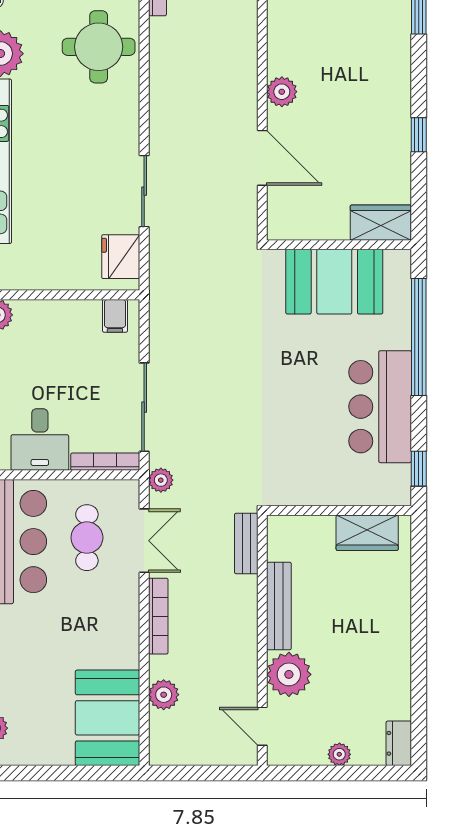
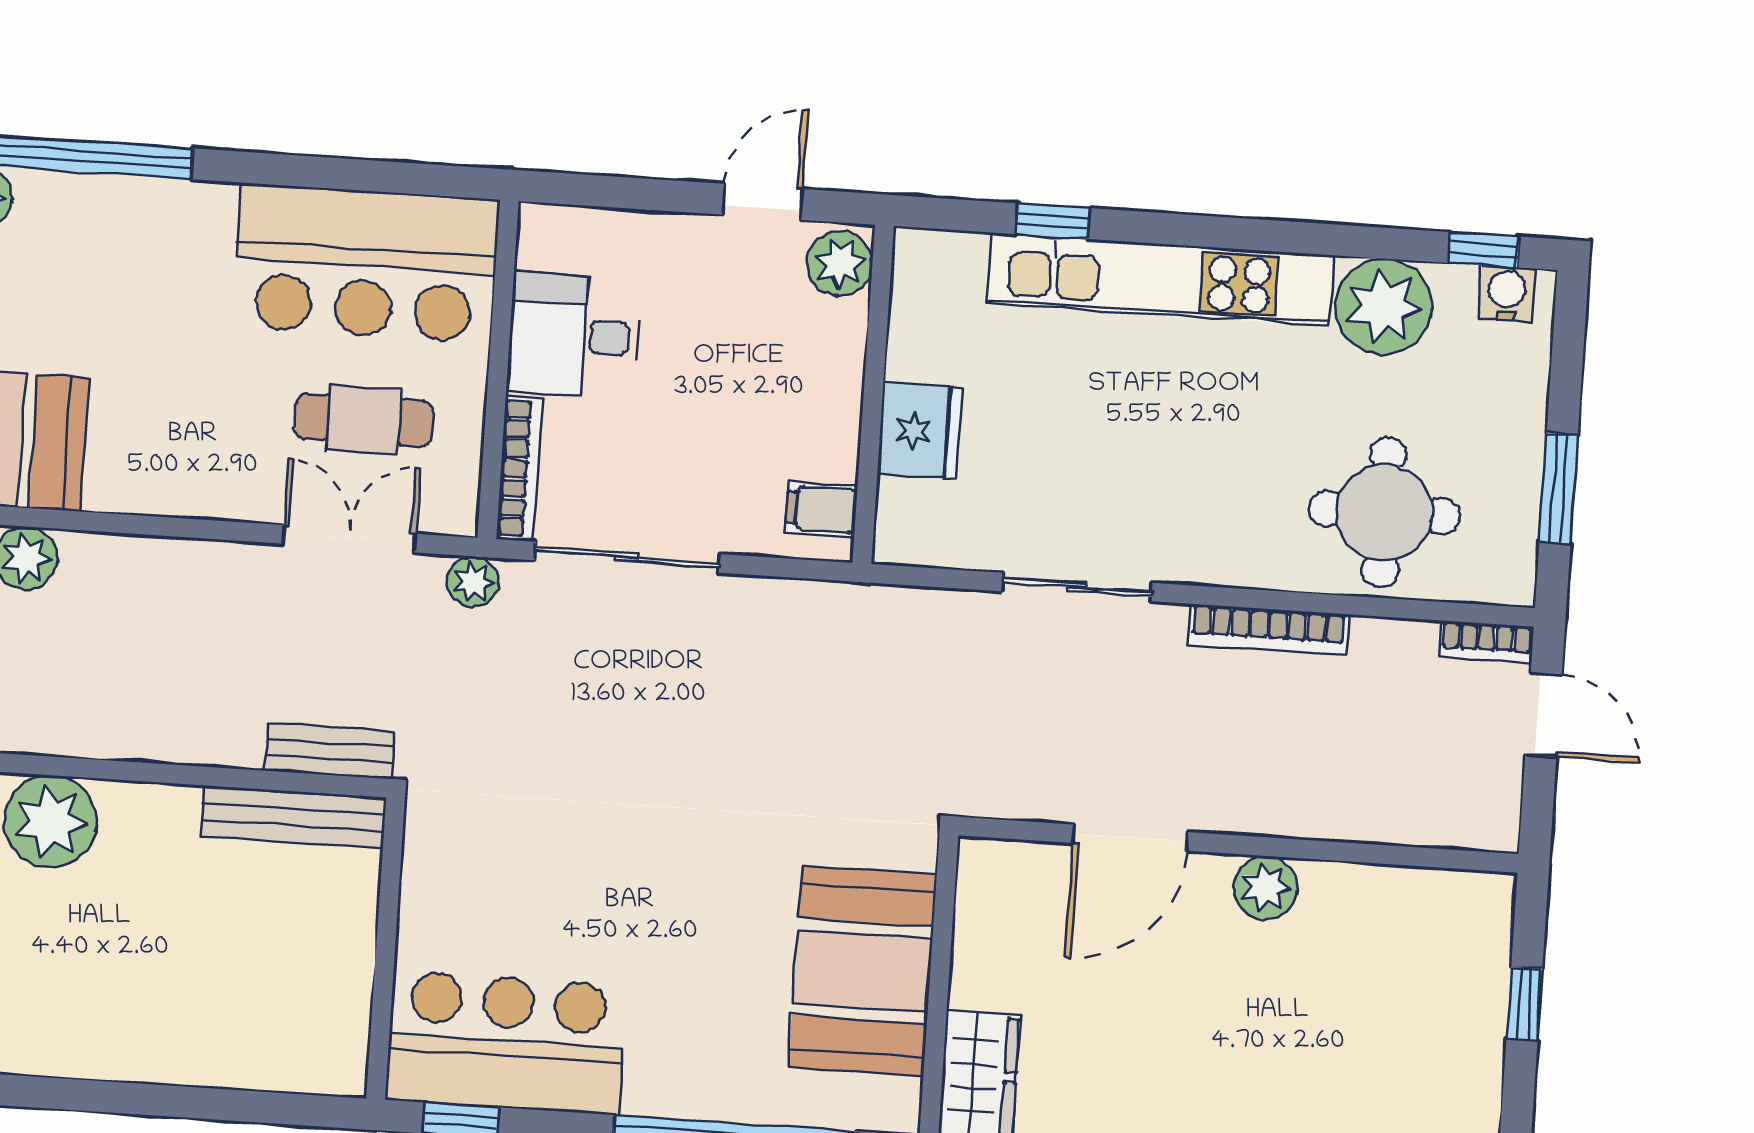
fridge: (121, 257) -> (920, 431), moved, turned 90
bar counter: (380, 407) -> (506, 1043), moved
wardrobe: (367, 533) -> (335, 1004), removed
double door: (144, 541) -> (349, 539), swing flipped
bench: (279, 606) -> (293, 817), moved
bookcase: (158, 616) -> (1268, 629), moved

